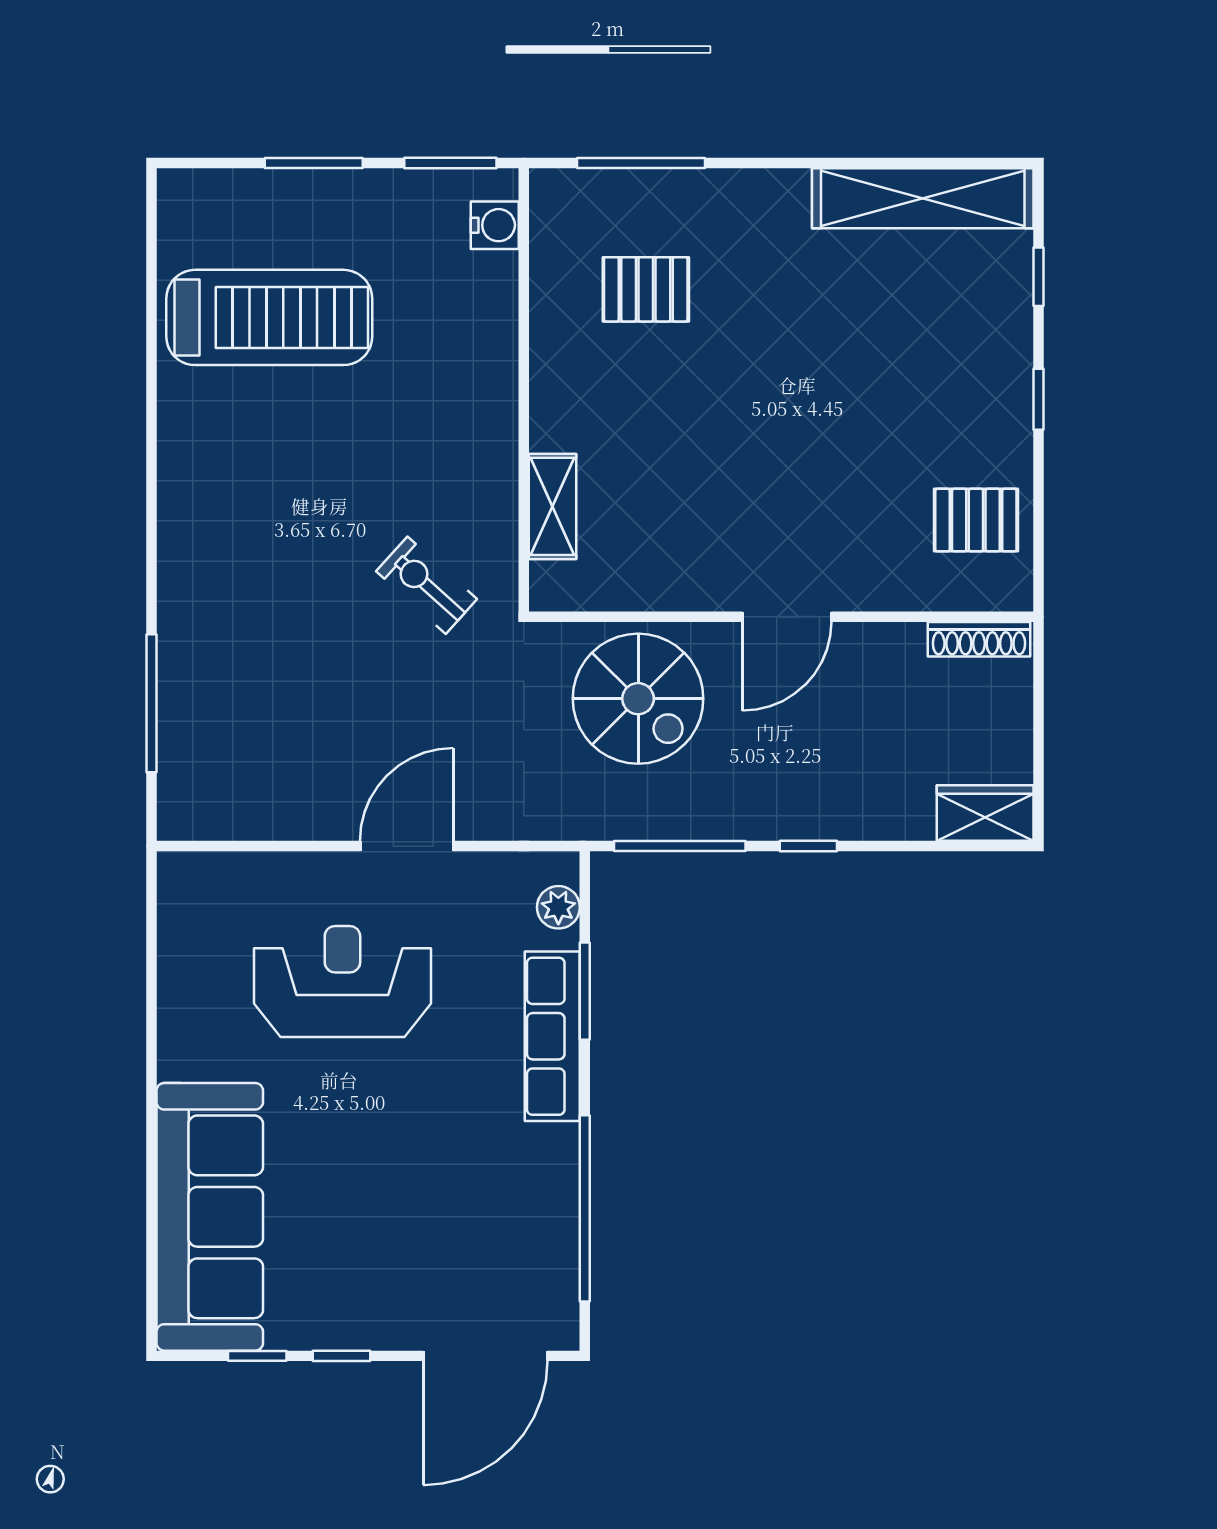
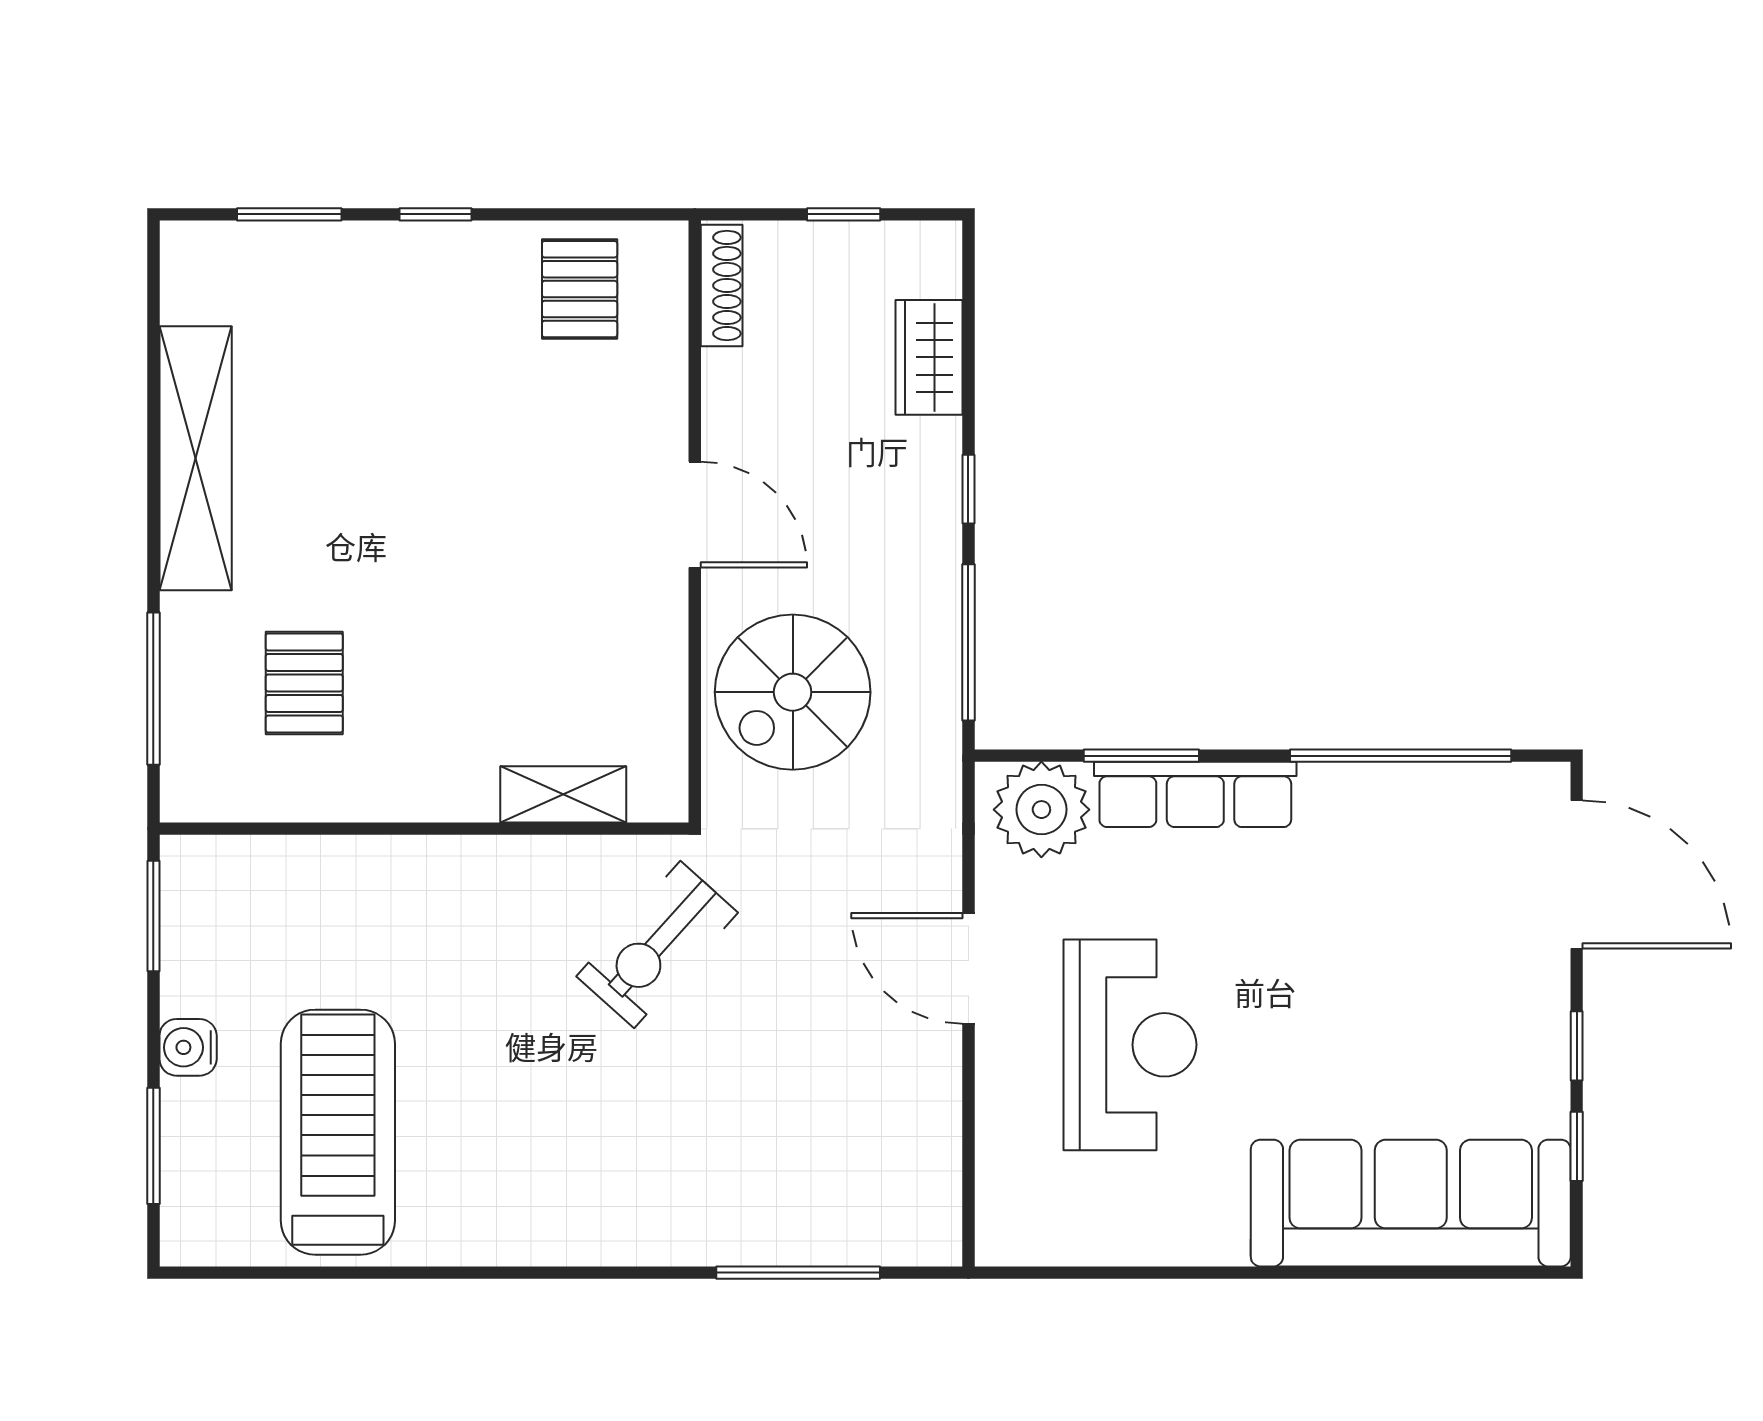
window: (314, 163) -> (153, 1146), moved
shelving: (923, 198) -> (196, 458), moved
water cooler: (495, 225) -> (188, 1047), moved, turned -90
window: (1039, 277) -> (289, 214), width x1.50
exercise bike: (427, 585) -> (657, 944), width x1.38, depth x1.39
spiral stairs: (638, 699) -> (793, 692), turned 180
window: (1039, 742) -> (844, 214), added
wardrobe: (985, 813) -> (929, 357), moved
plant: (558, 907) -> (1041, 810), width x1.88, depth x1.88
reception desk: (342, 981) -> (1130, 1045), turned 180

